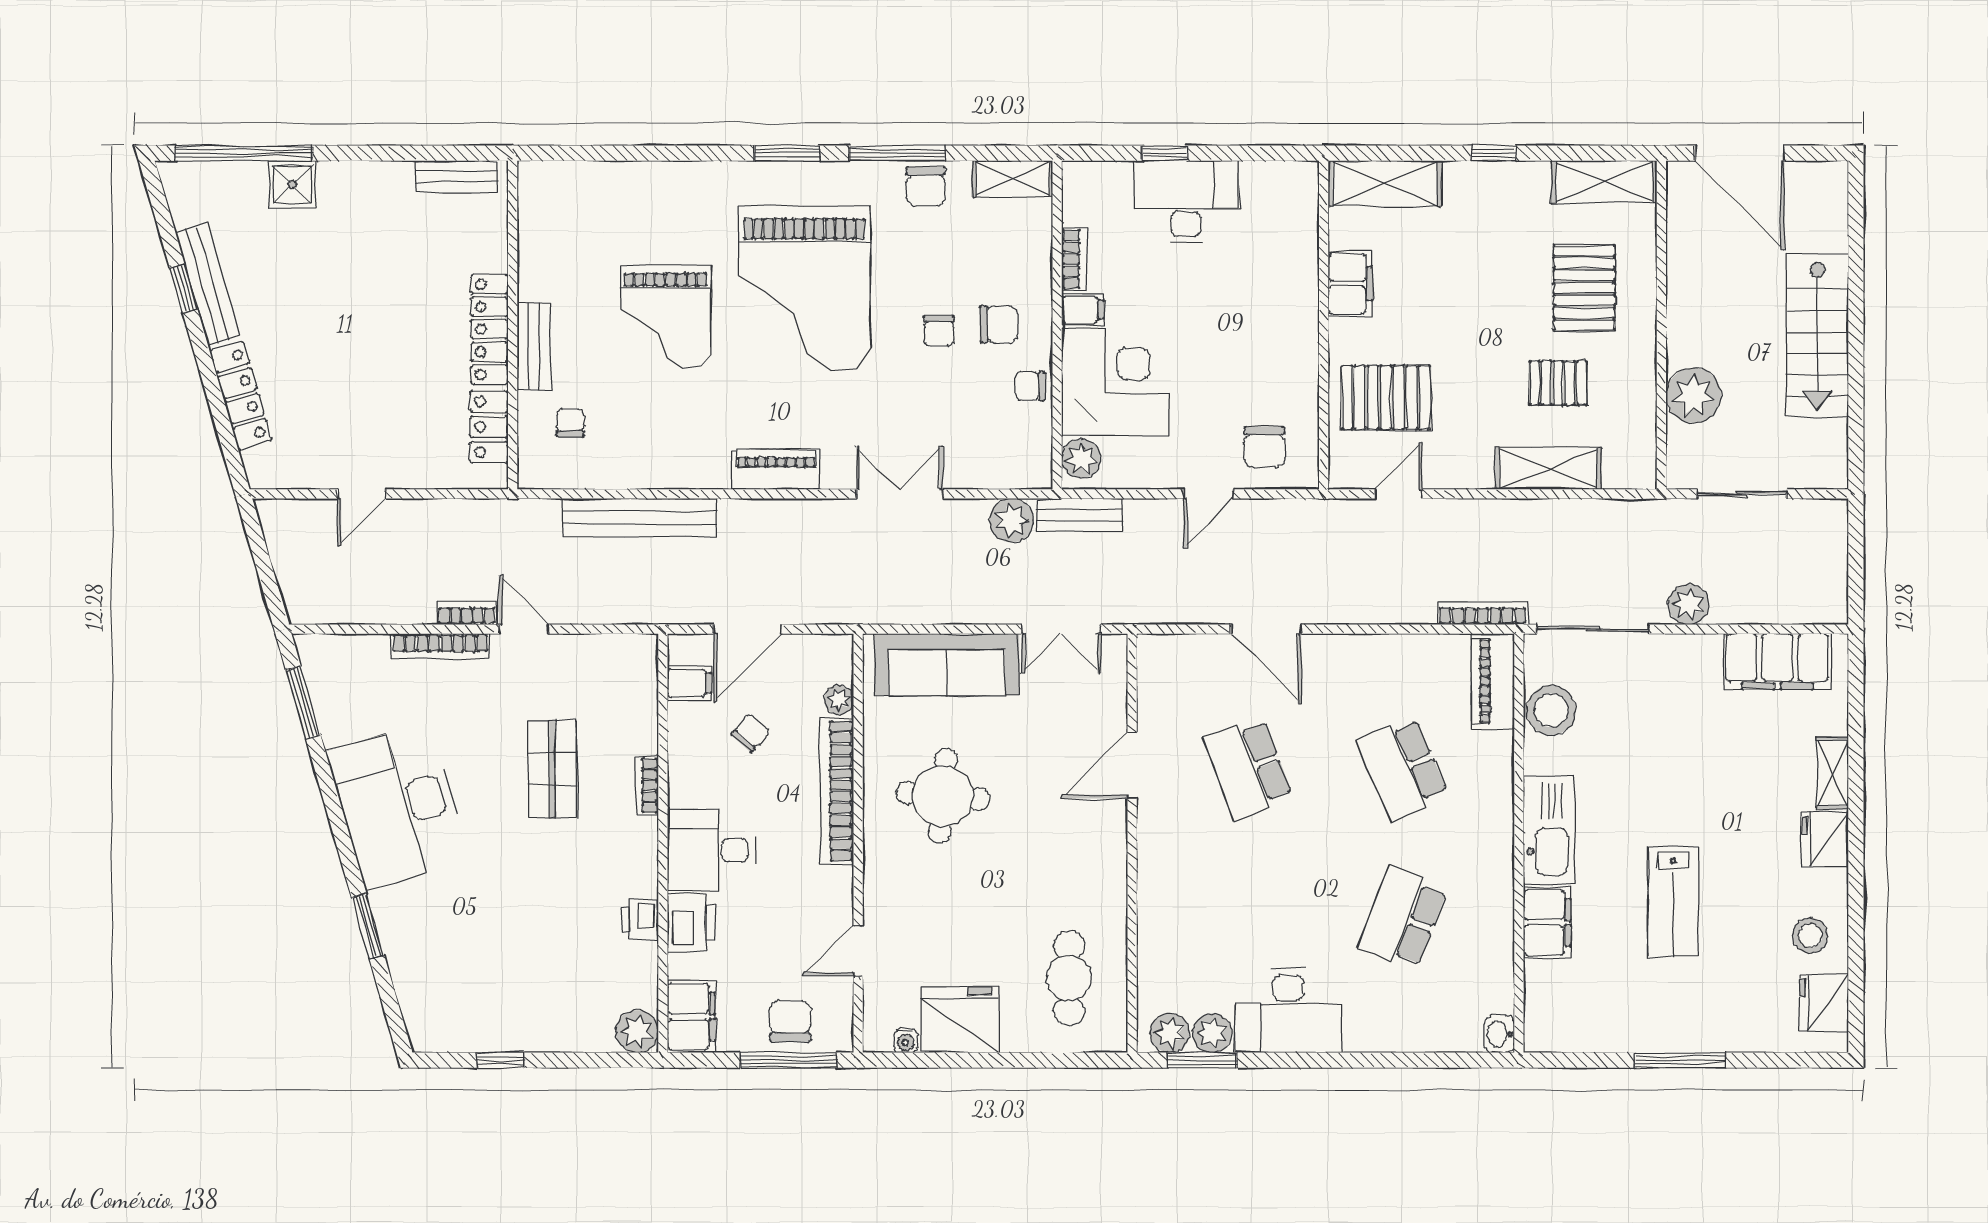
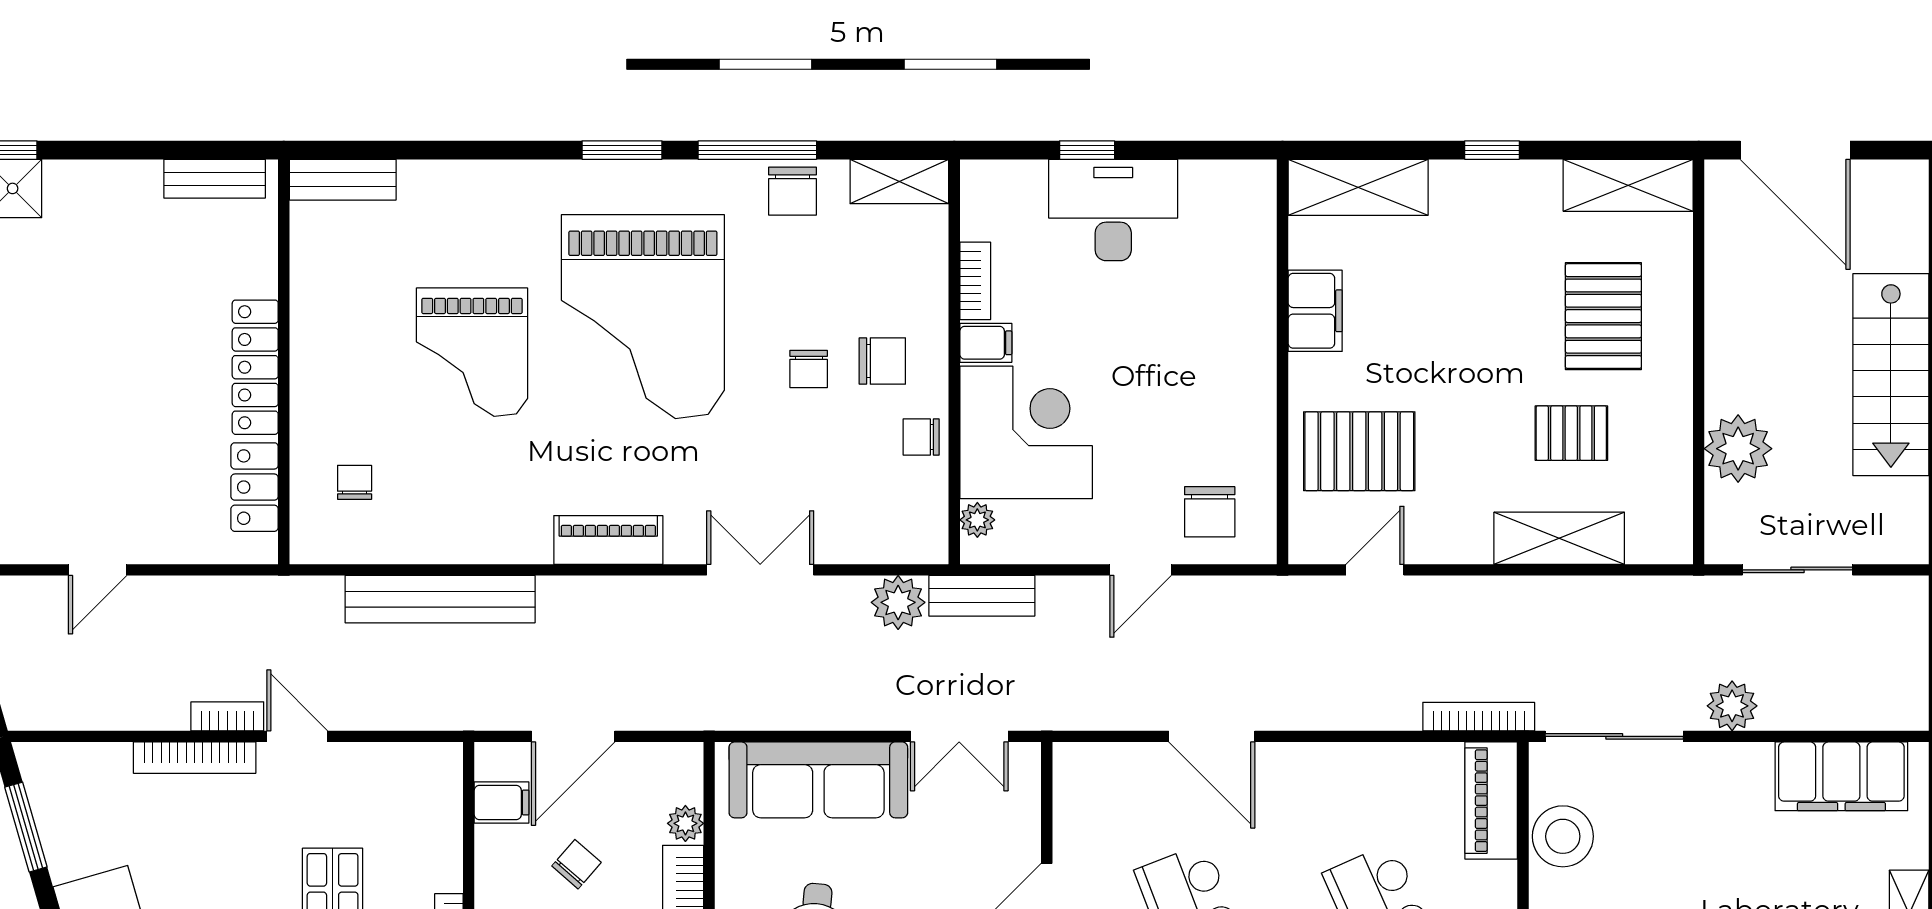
bench: (534, 347) -> (343, 180), moved, turned 90
plant: (1081, 459) -> (977, 520), width x0.73, depth x0.73

